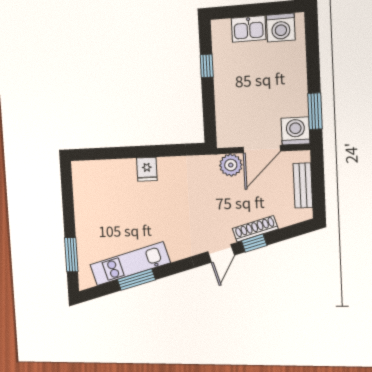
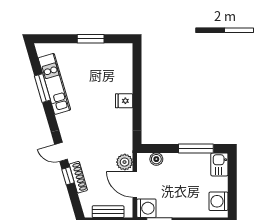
kitchen sink: (249, 29) -> (219, 164), moved
window: (207, 66) -> (196, 148), width x2.17
boiler: (224, 121) -> (156, 159), added
window: (71, 255) -> (91, 39), moved

